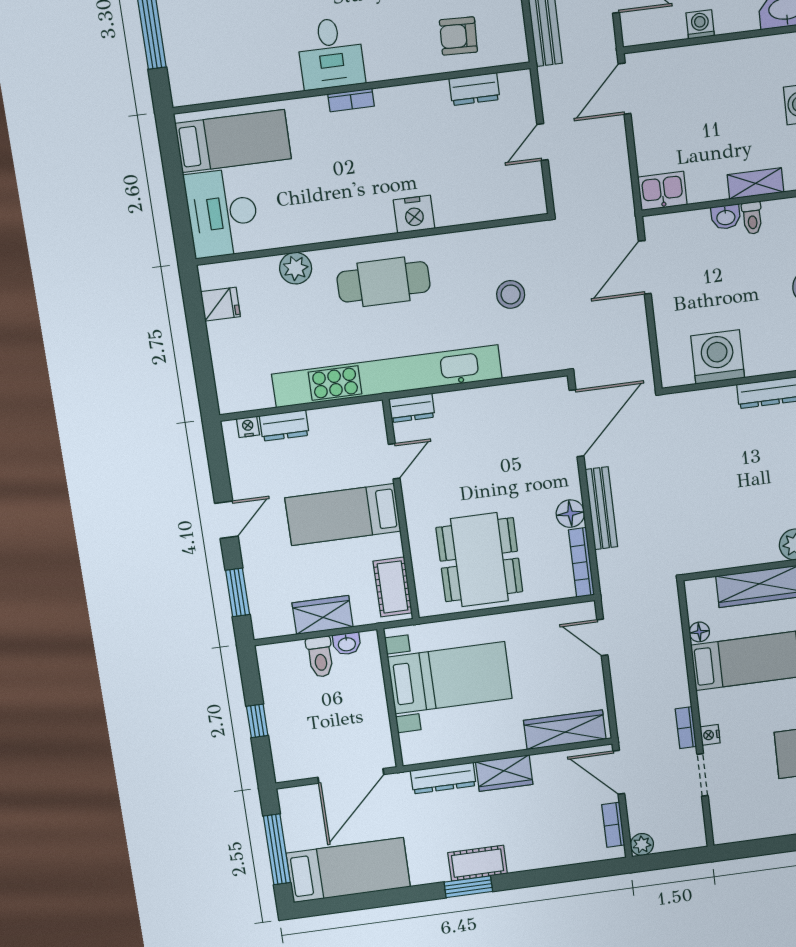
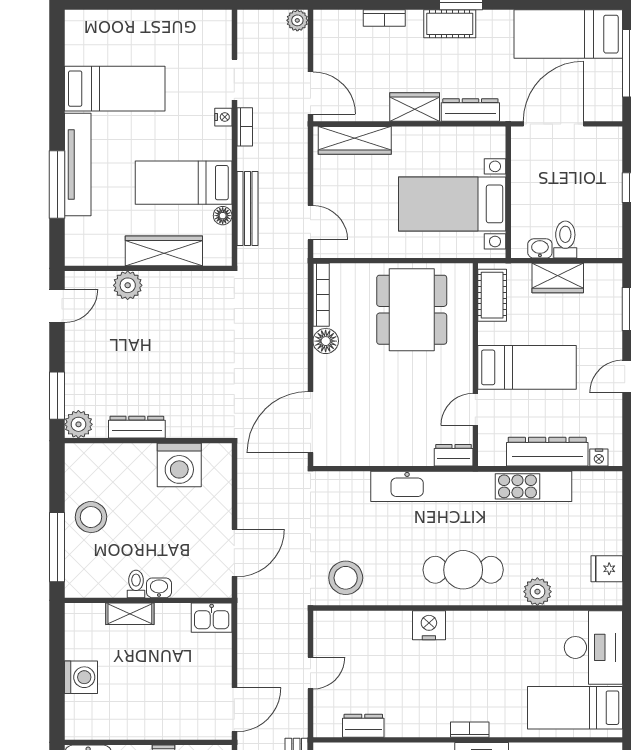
stool: (511, 294) -> (346, 578), moved, width x1.38, depth x1.38
dresser: (284, 425) -> (547, 452), width x1.96, depth x1.24
bench: (601, 508) -> (247, 209), moved
bookcase: (613, 825) -> (384, 18), moved, turned 90

